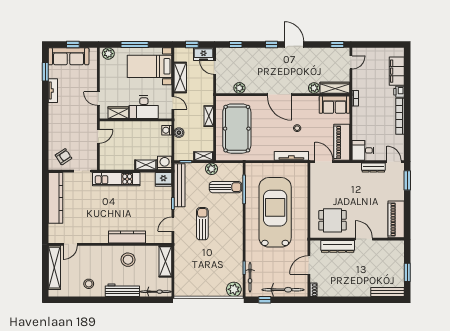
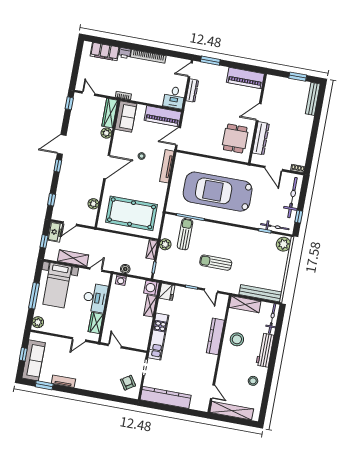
shelving: (209, 116) -> (115, 238), removed
bench: (179, 185) -> (260, 293), moved

